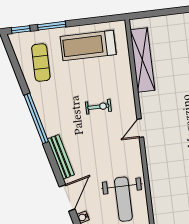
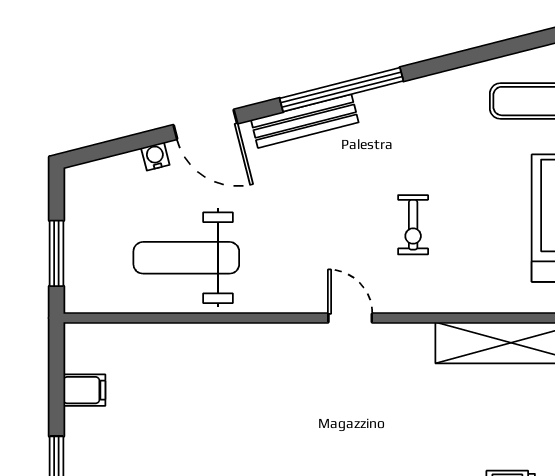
window: (36, 118) -> (342, 90), moved

